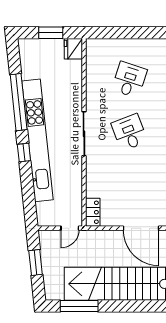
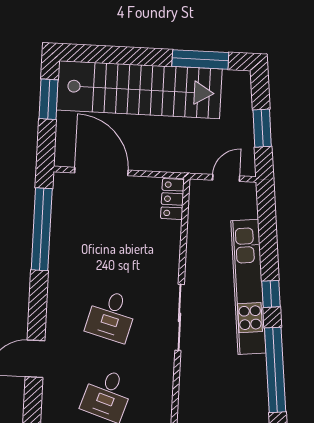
desk: (129, 132) -> (111, 316), turned 36
kitchen unit: (38, 140) -> (248, 287), width x0.73
door: (70, 228) -> (226, 178), moved

